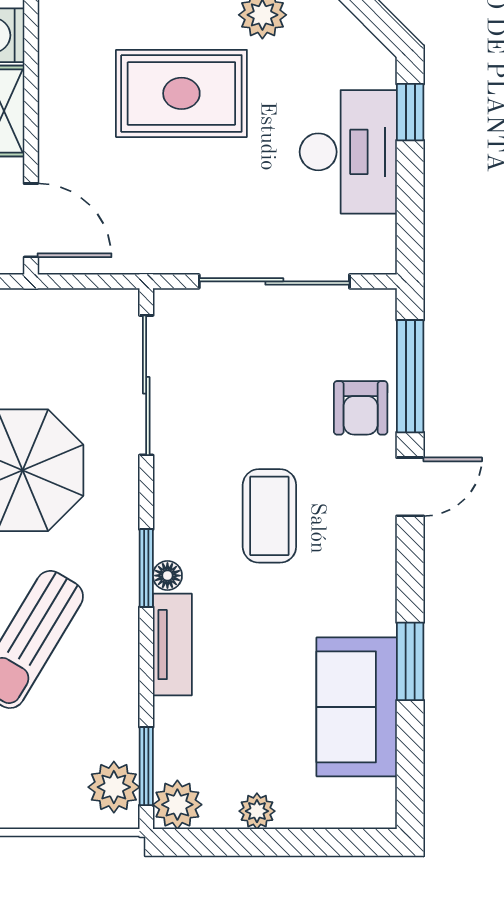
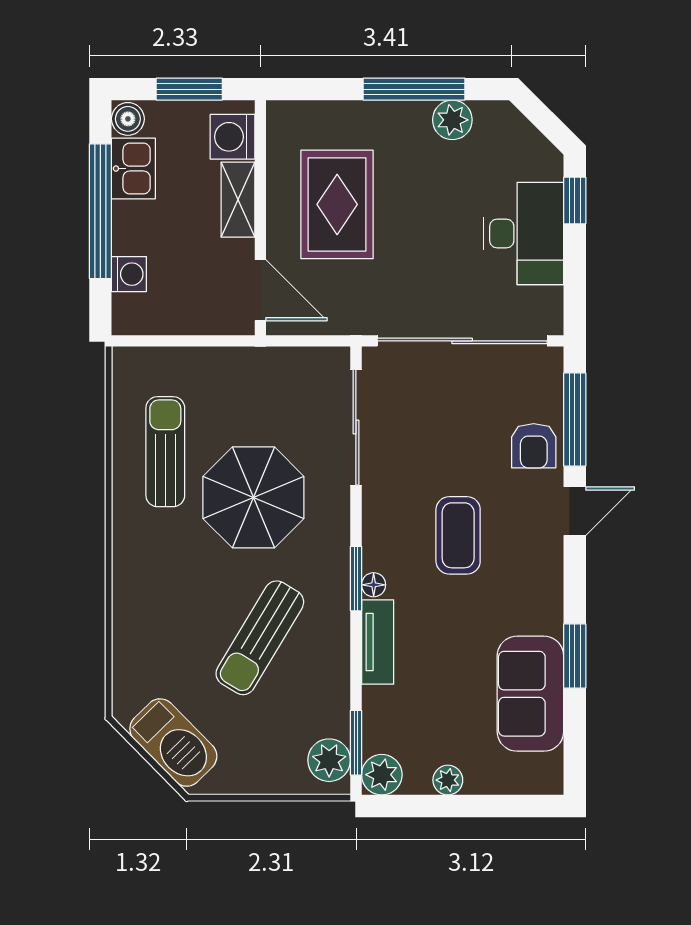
rug: (181, 93) -> (337, 204), moved, turned 90
sliding door: (274, 281) -> (462, 341), width x1.36

